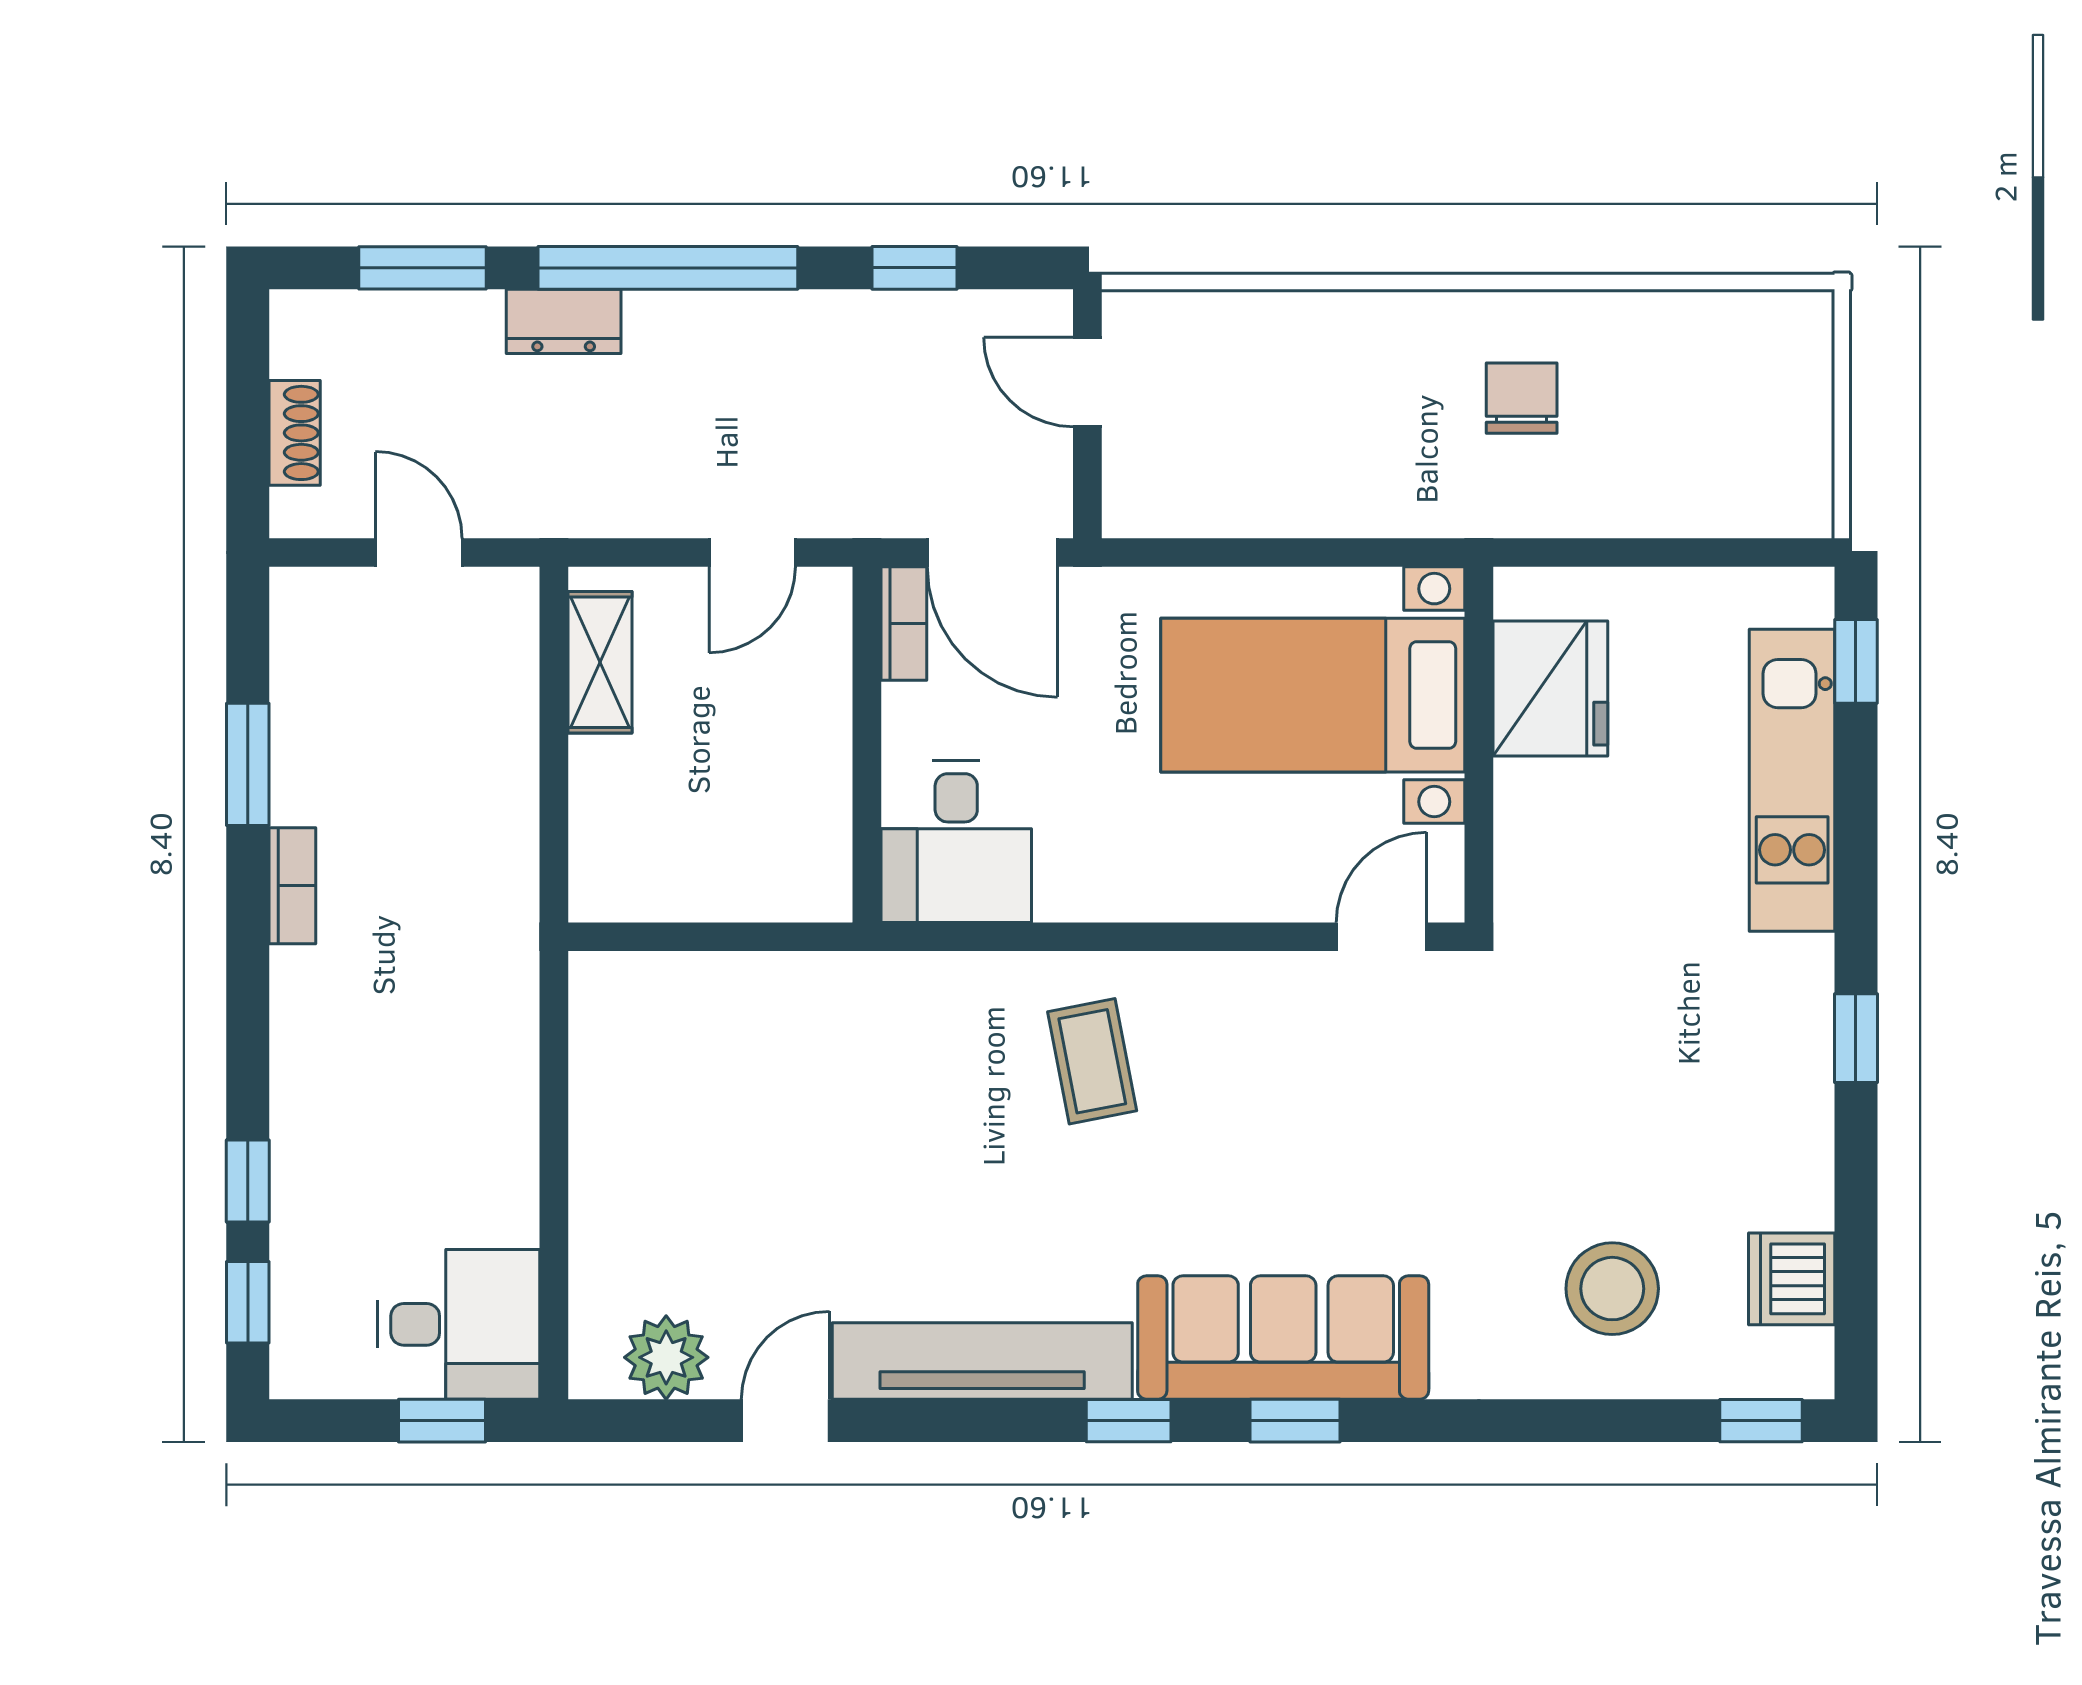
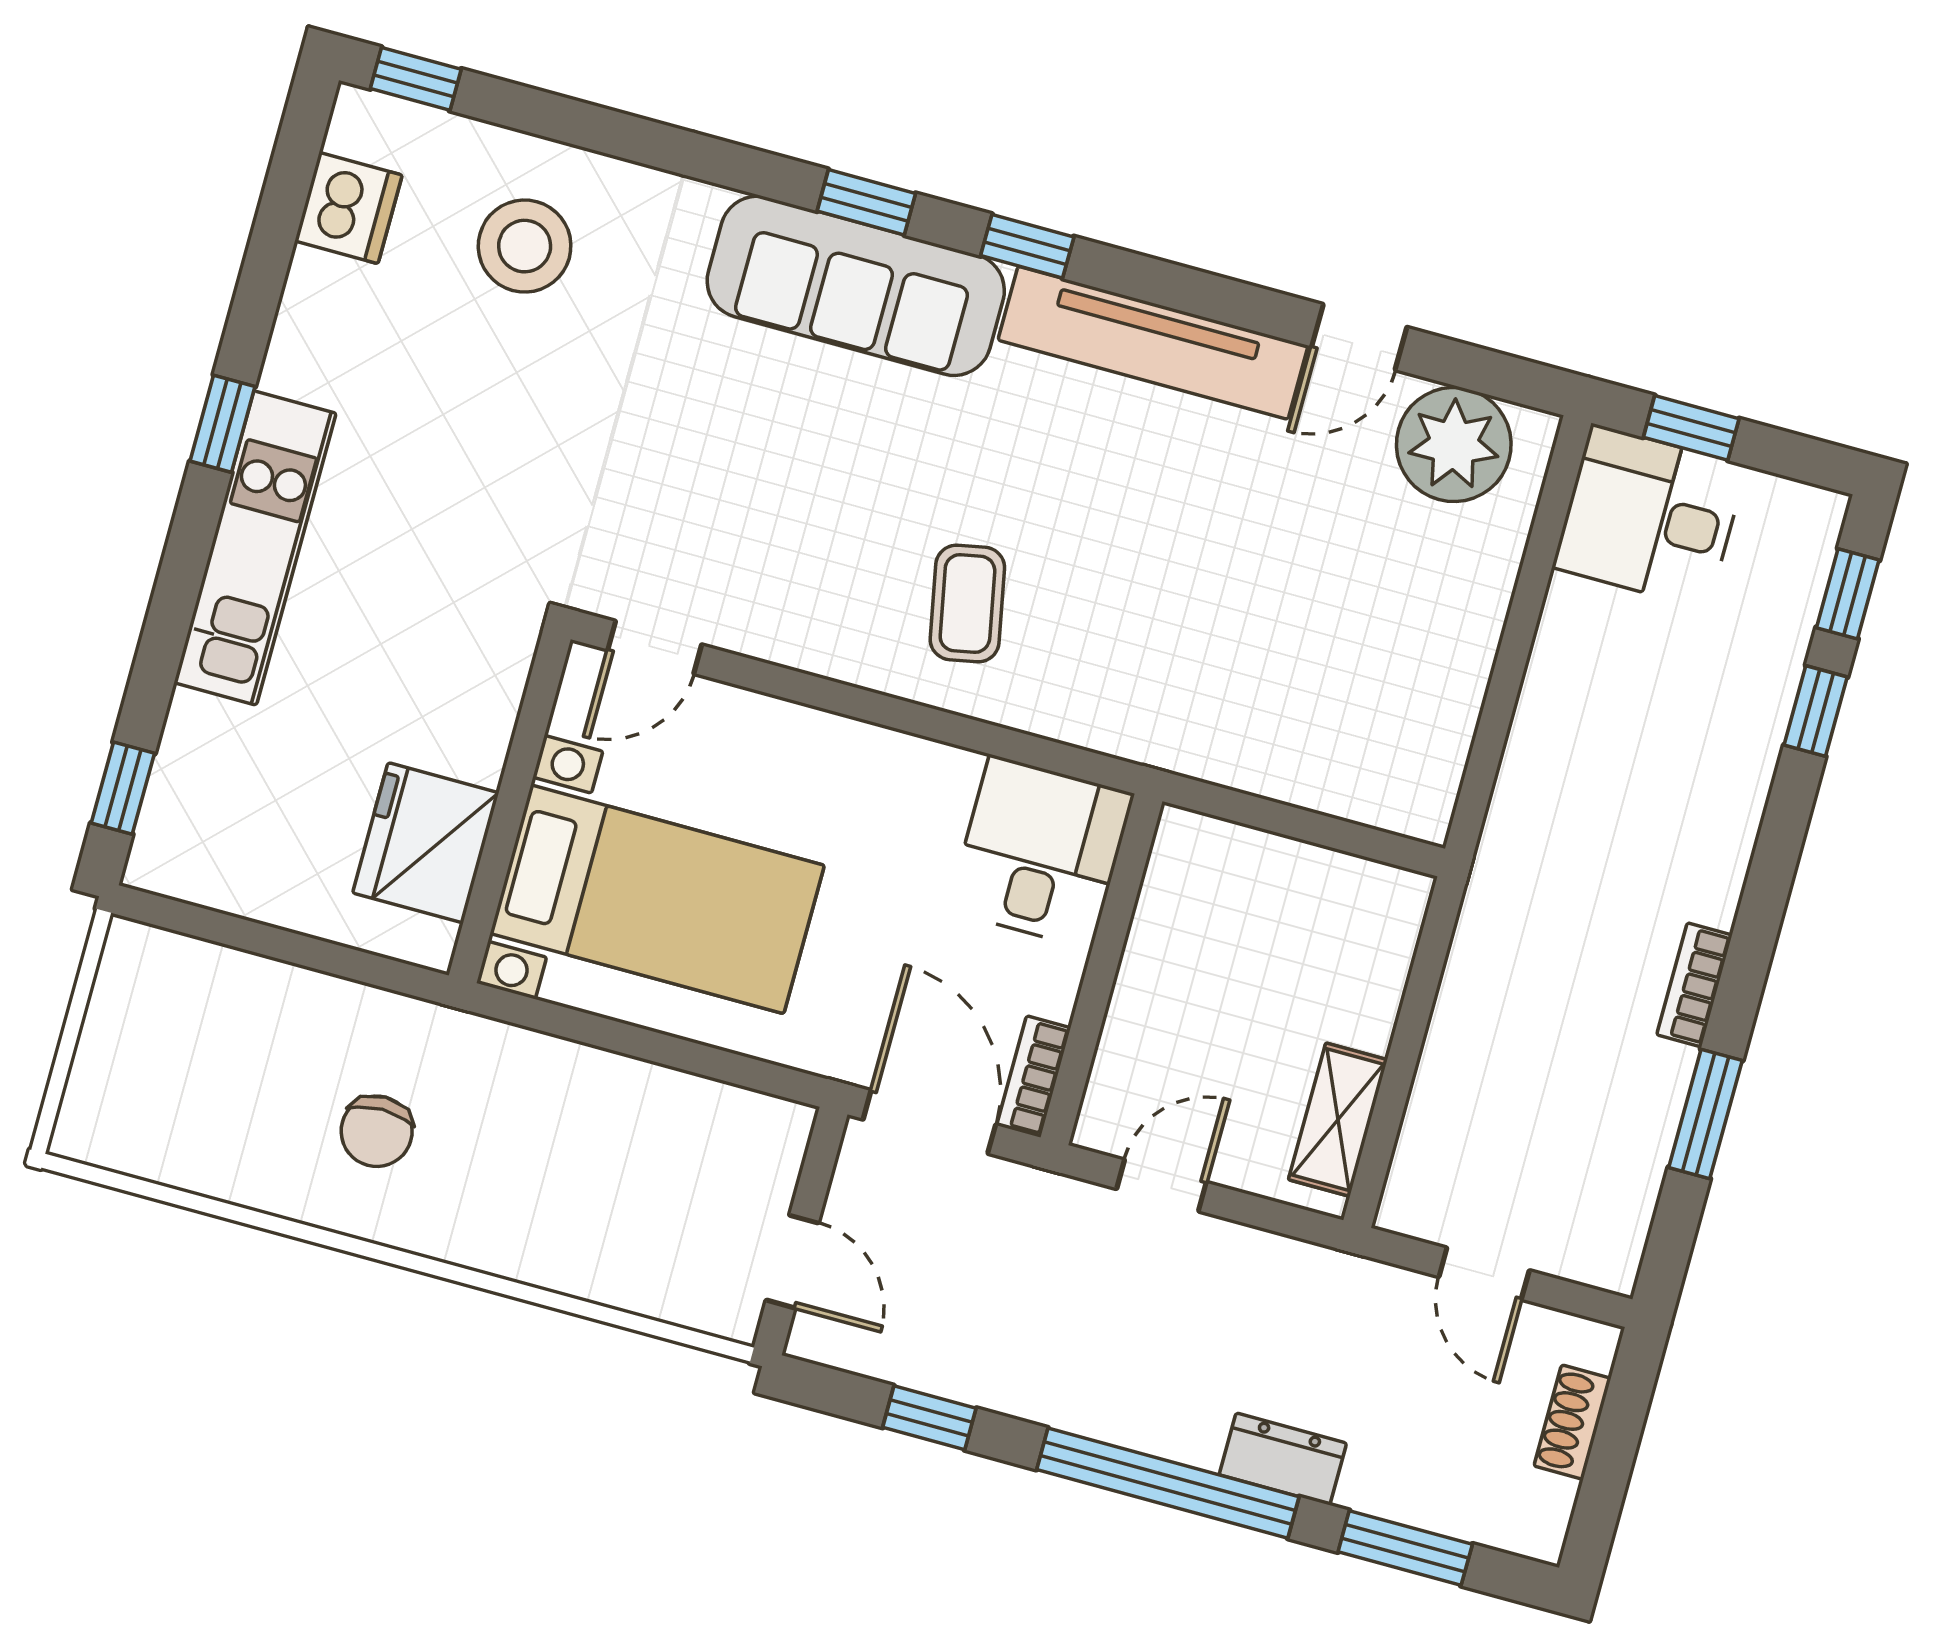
kitchen unit: (1792, 780) -> (255, 548), moved
plant: (666, 1357) -> (1454, 444), width x1.36, depth x1.36

